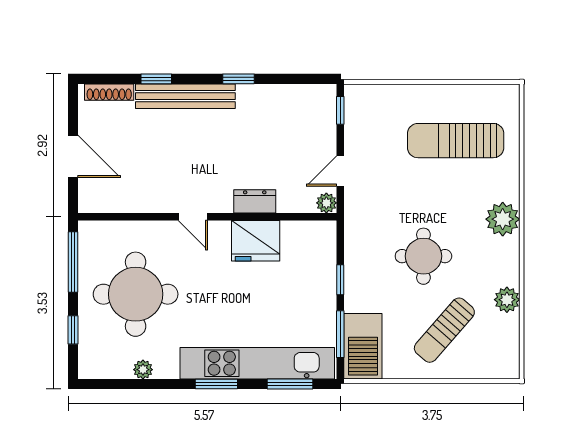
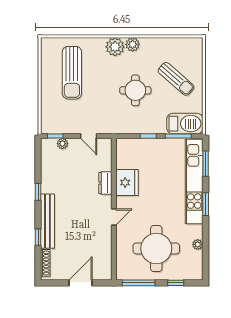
plant: (326, 203) -> (62, 144), moved
plant: (507, 300) -> (133, 44), moved

